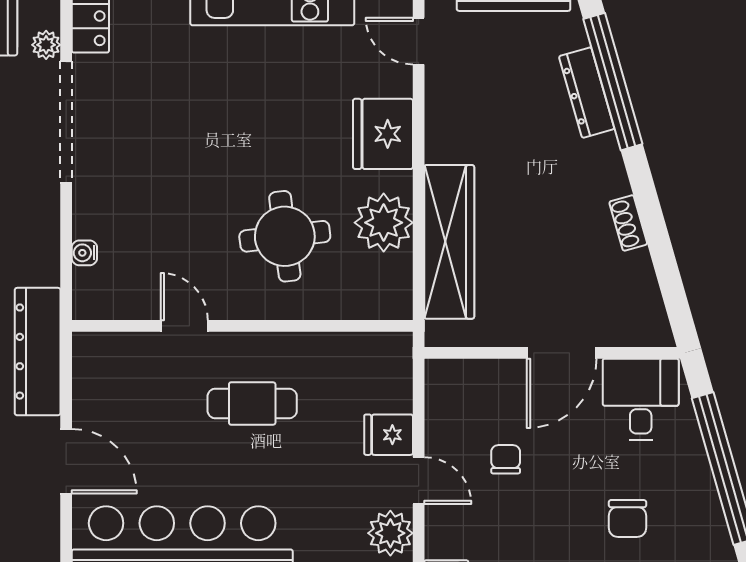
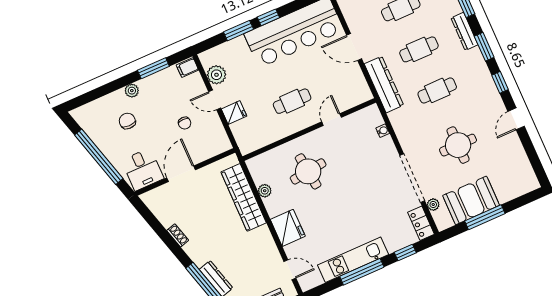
plant: (384, 223) -> (265, 191), width x0.53, depth x0.53
door: (184, 326) -> (332, 120), swing flipped

